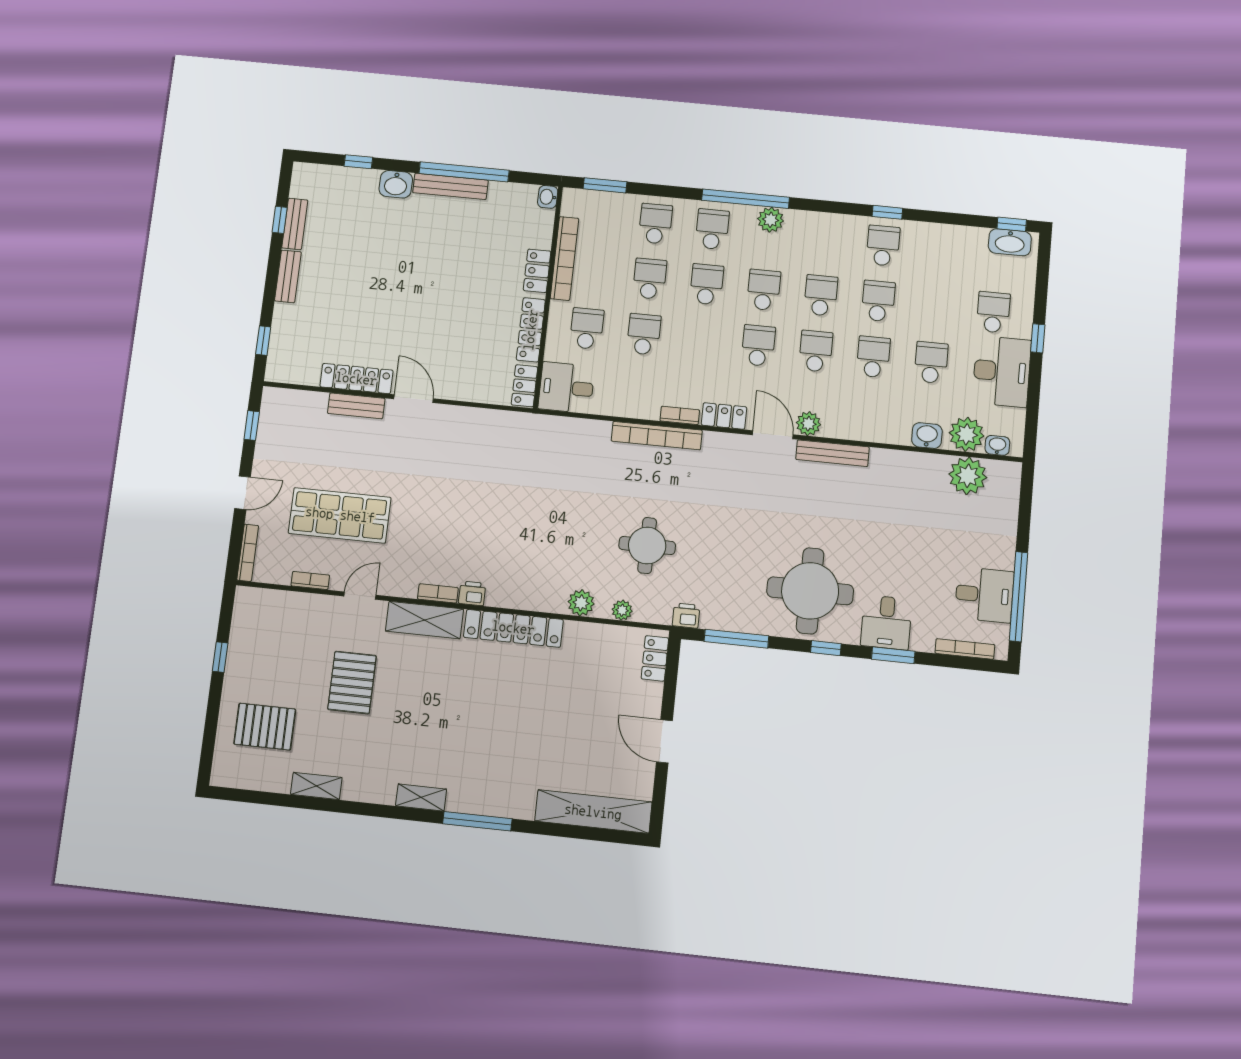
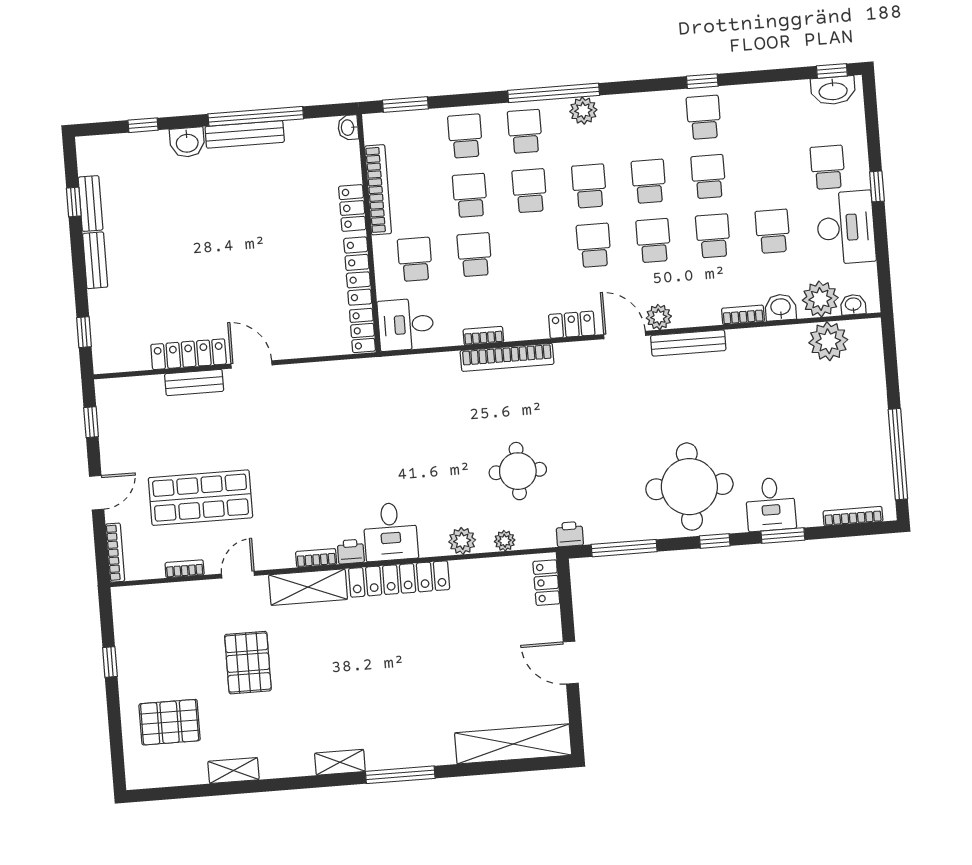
bookcase: (680, 415) -> (483, 336), moved
bookcase: (890, 436) -> (743, 315), added
desk: (984, 595) -> (390, 532), moved, turned 90

